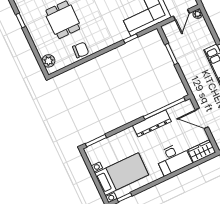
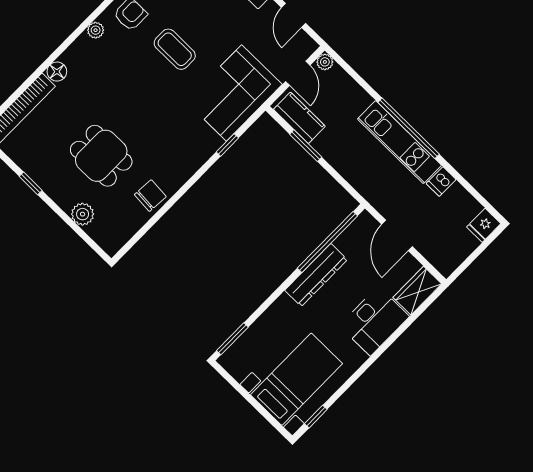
kitchen counter: (174, 38) -> (299, 118), added
plant: (48, 61) -> (83, 214), moved
door: (202, 118) -> (397, 235), hinge flipped

